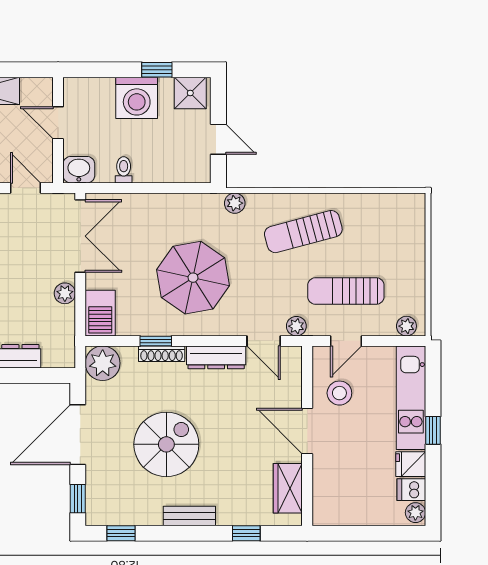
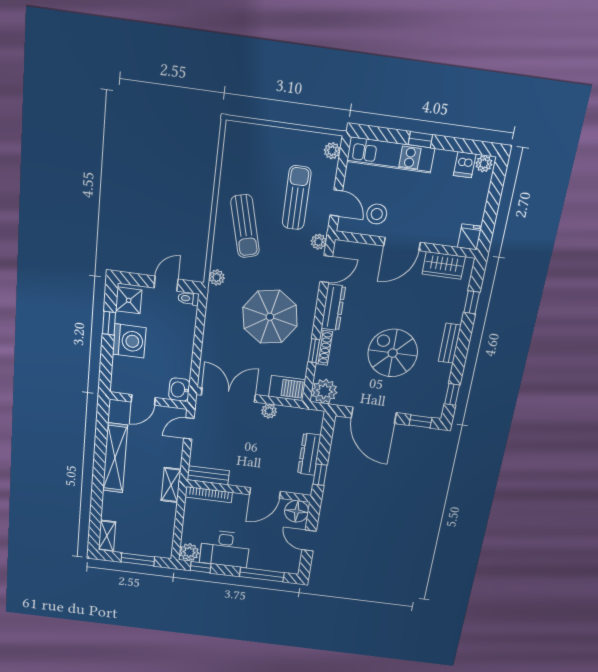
toilet: (124, 170) -> (188, 299), moved
sun lounger: (346, 291) -> (297, 198), turned 180
fridge: (411, 464) -> (470, 237), moved, turned 180

